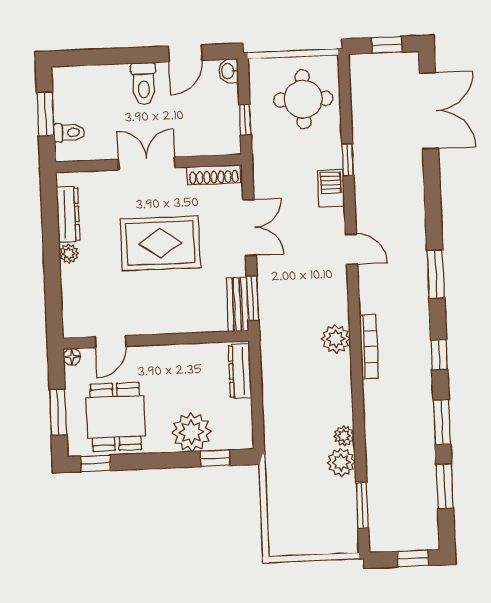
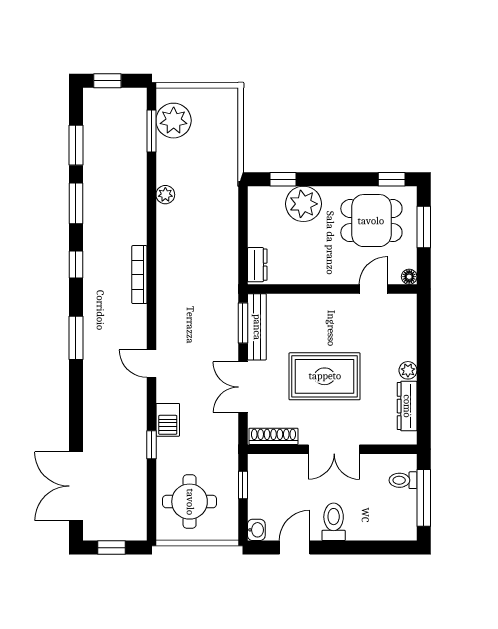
window: (46, 114) -> (424, 498), width x1.44
bench: (238, 304) -> (257, 327), width x1.36
plant: (336, 339) -> (169, 283), removed
dresser: (240, 371) -> (257, 265), width x0.70
dining table: (116, 417) -> (371, 221), turned 90
plant: (341, 462) -> (174, 121), moved, width x1.36, depth x1.36

